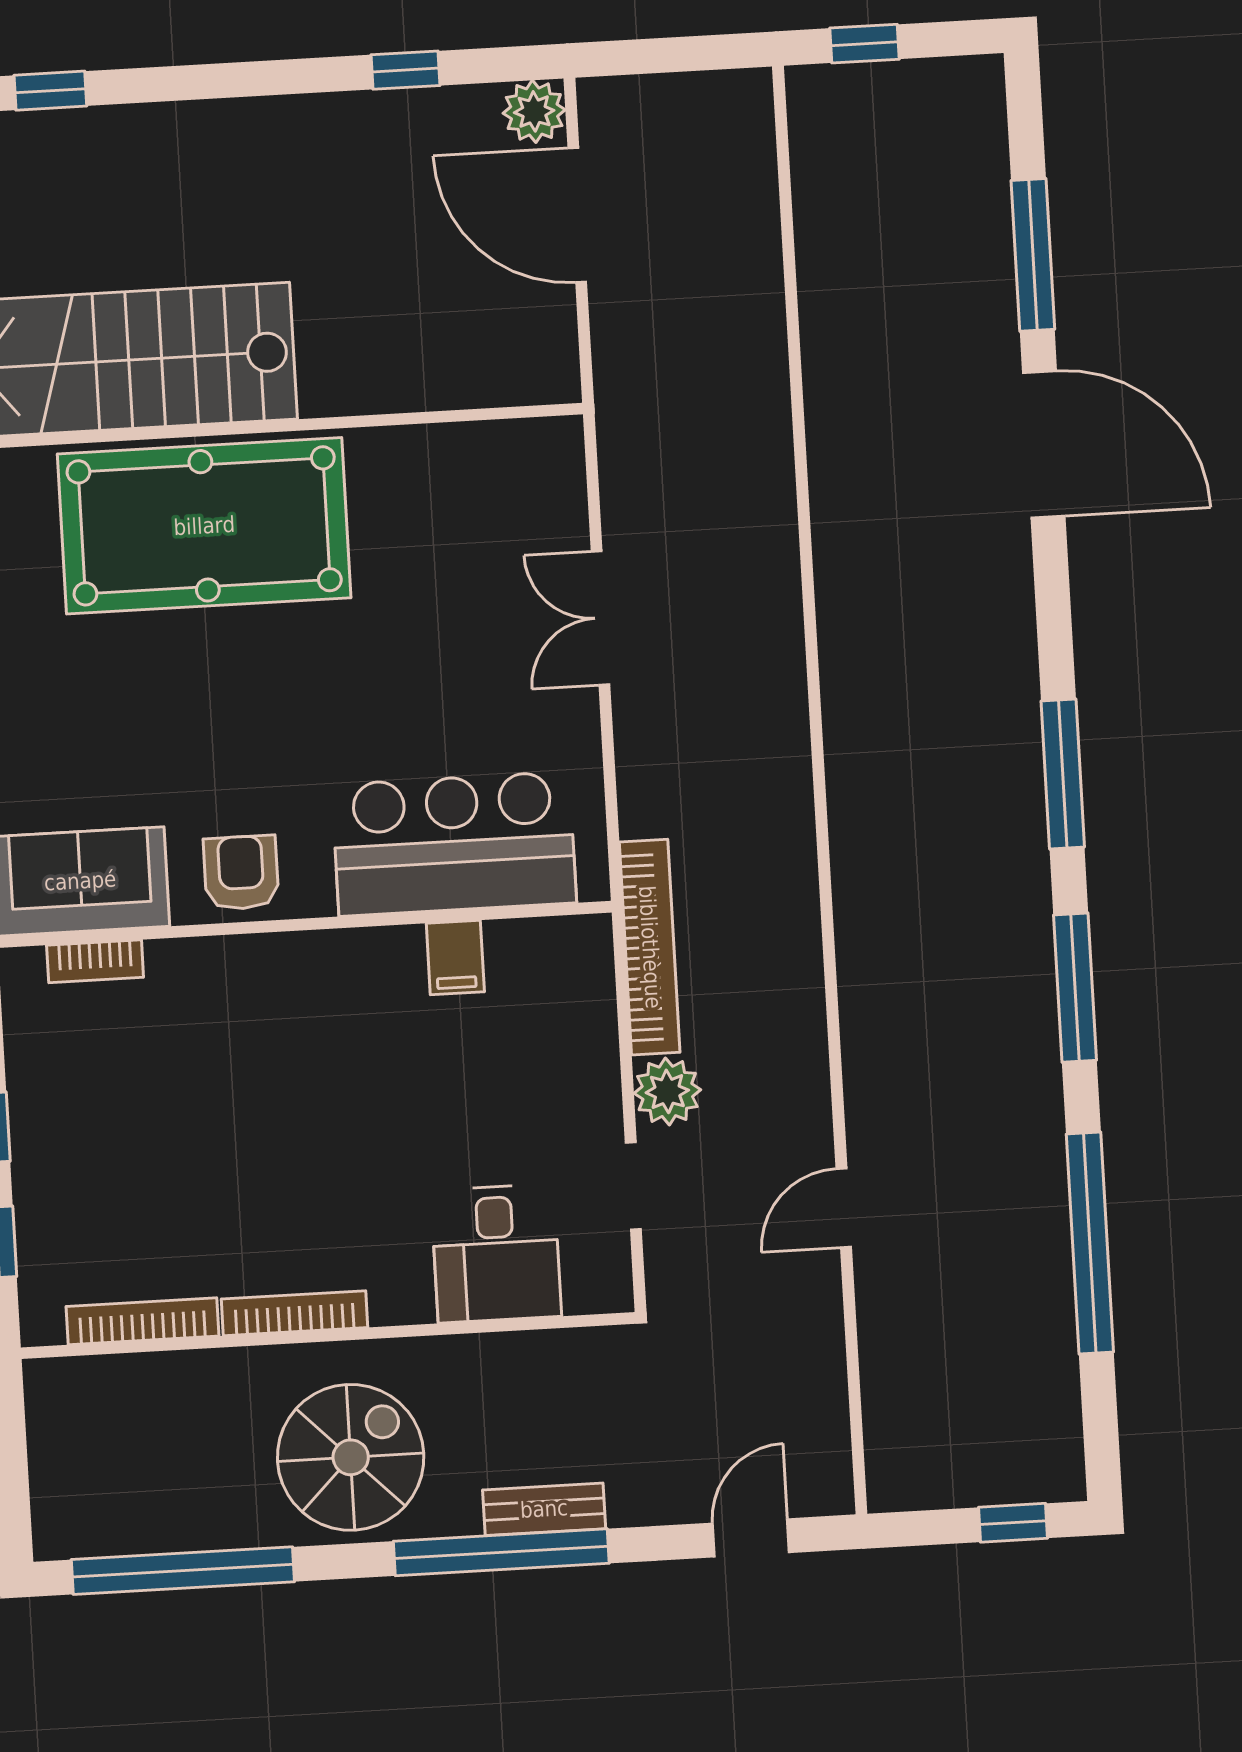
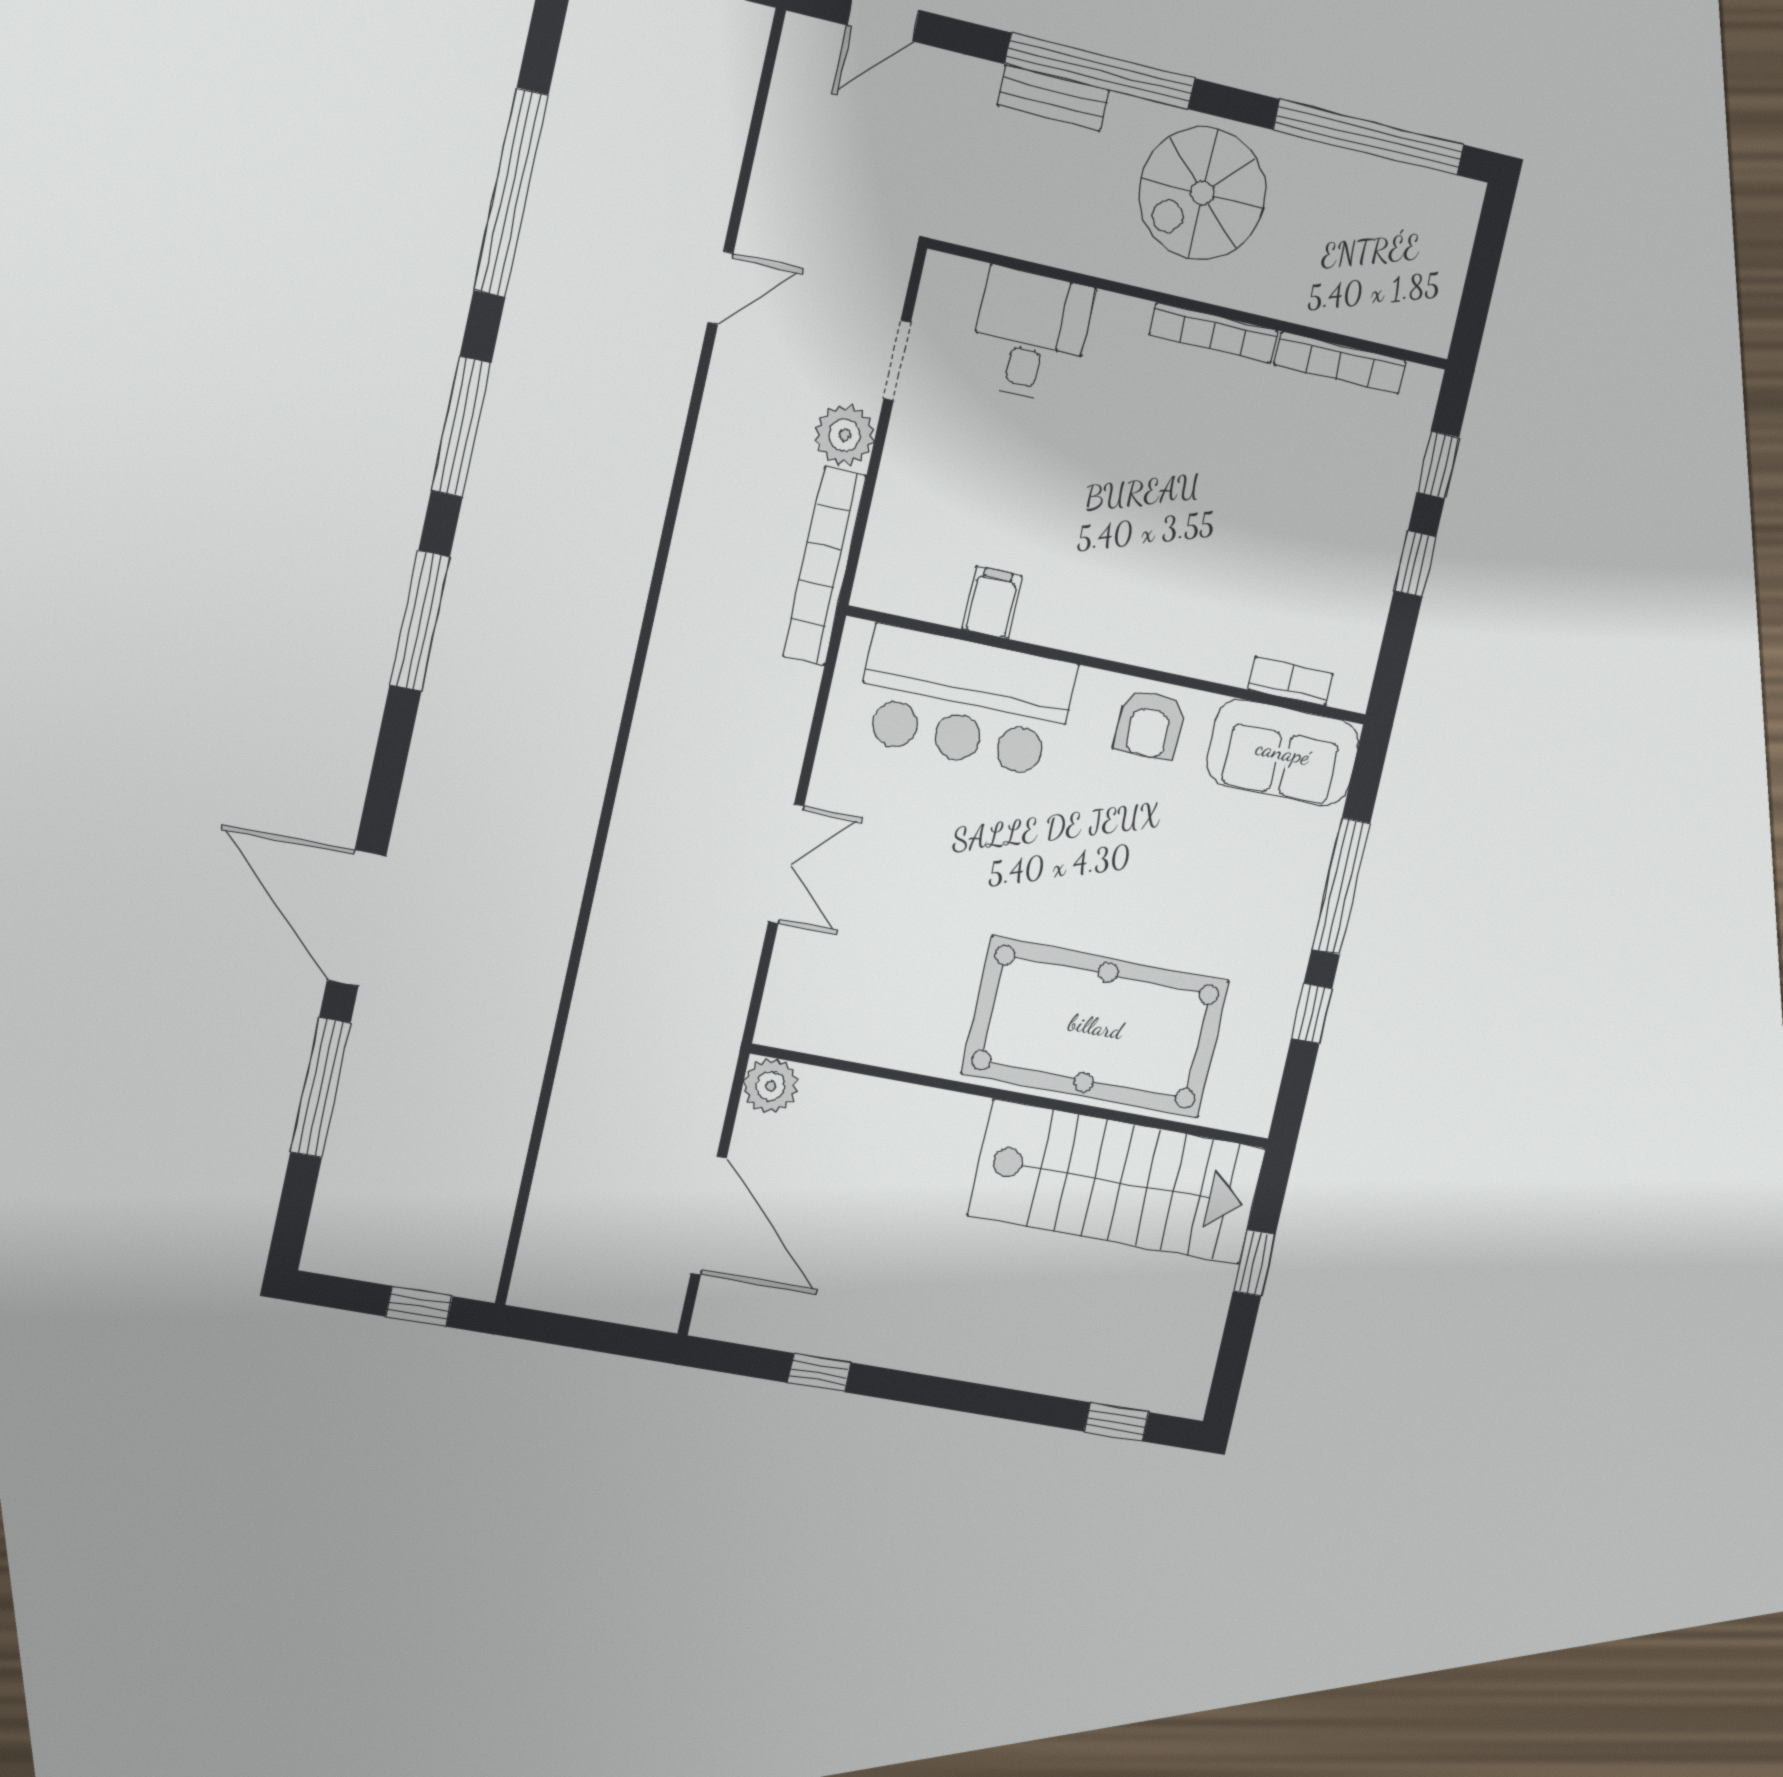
plant: (534, 111) -> (771, 1086), moved

